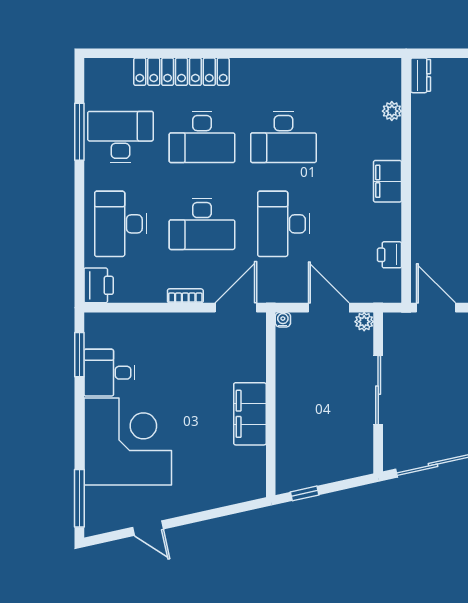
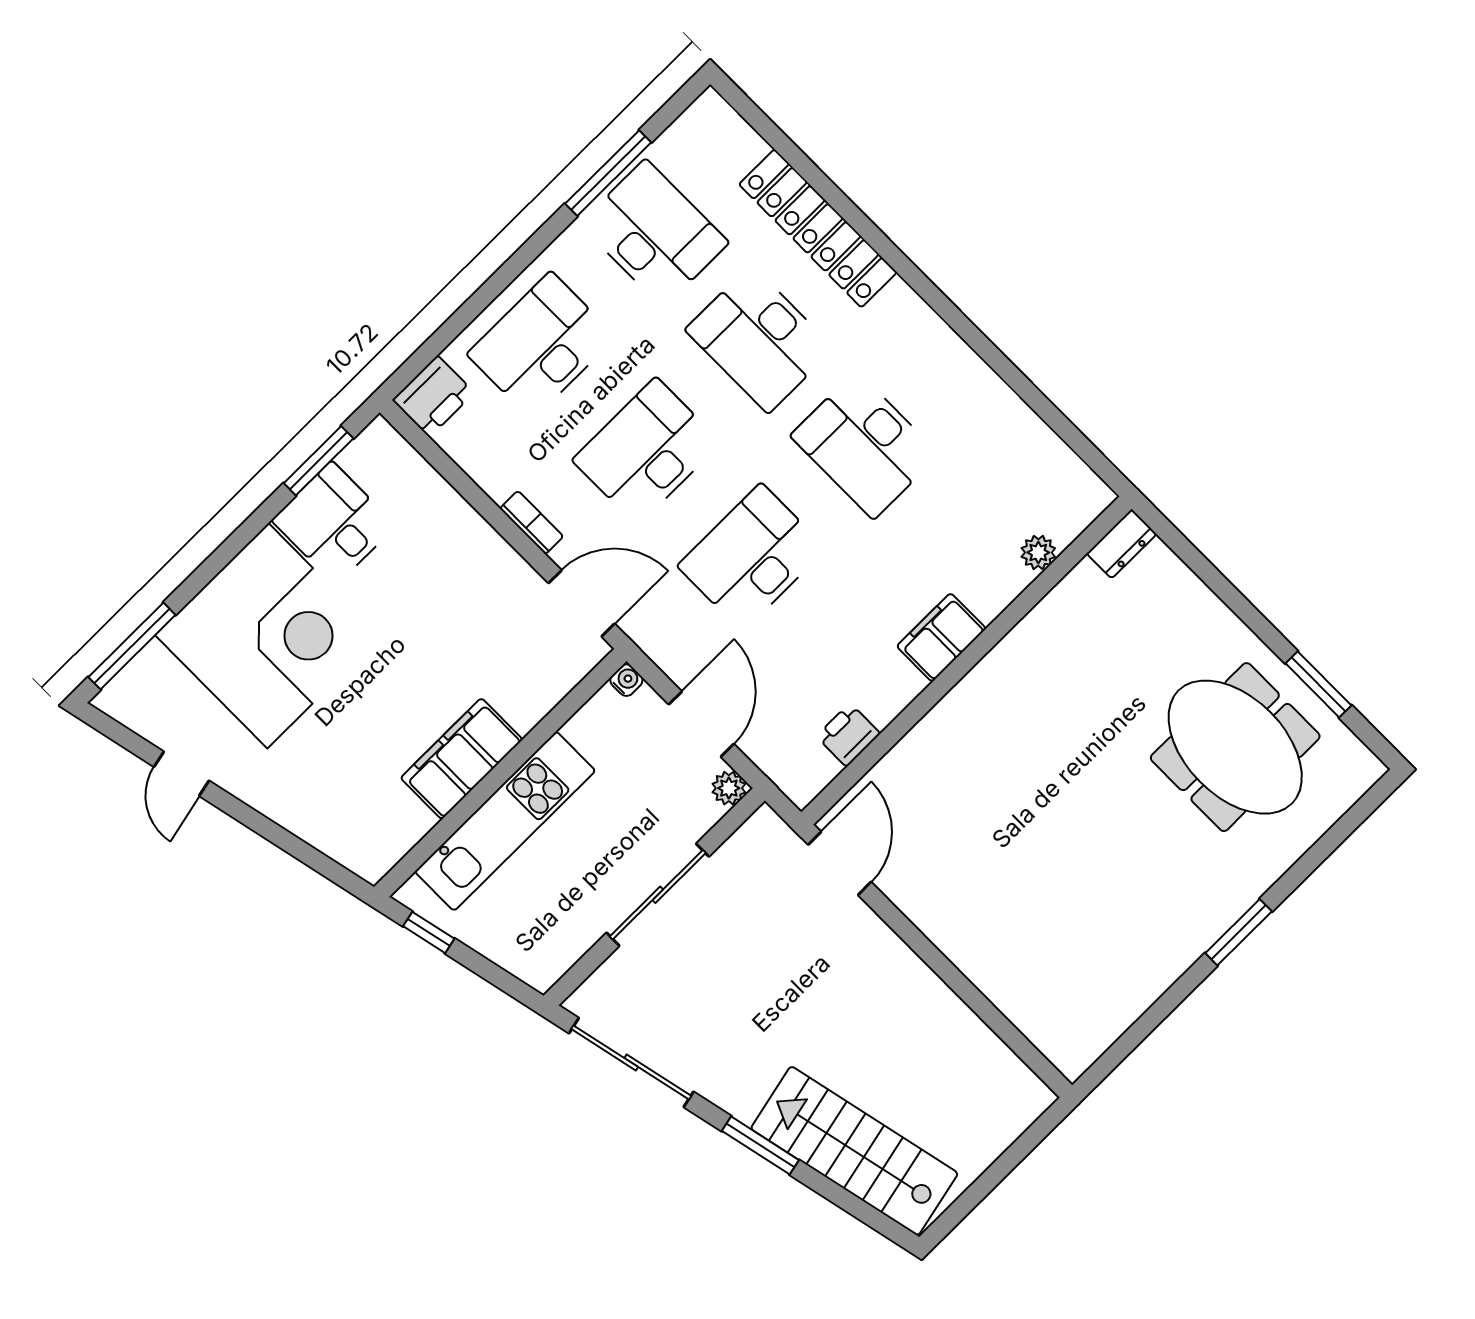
desk: (202, 224) -> (647, 451), turned 90
kitchen unit: (291, 421) -> (505, 821), added

